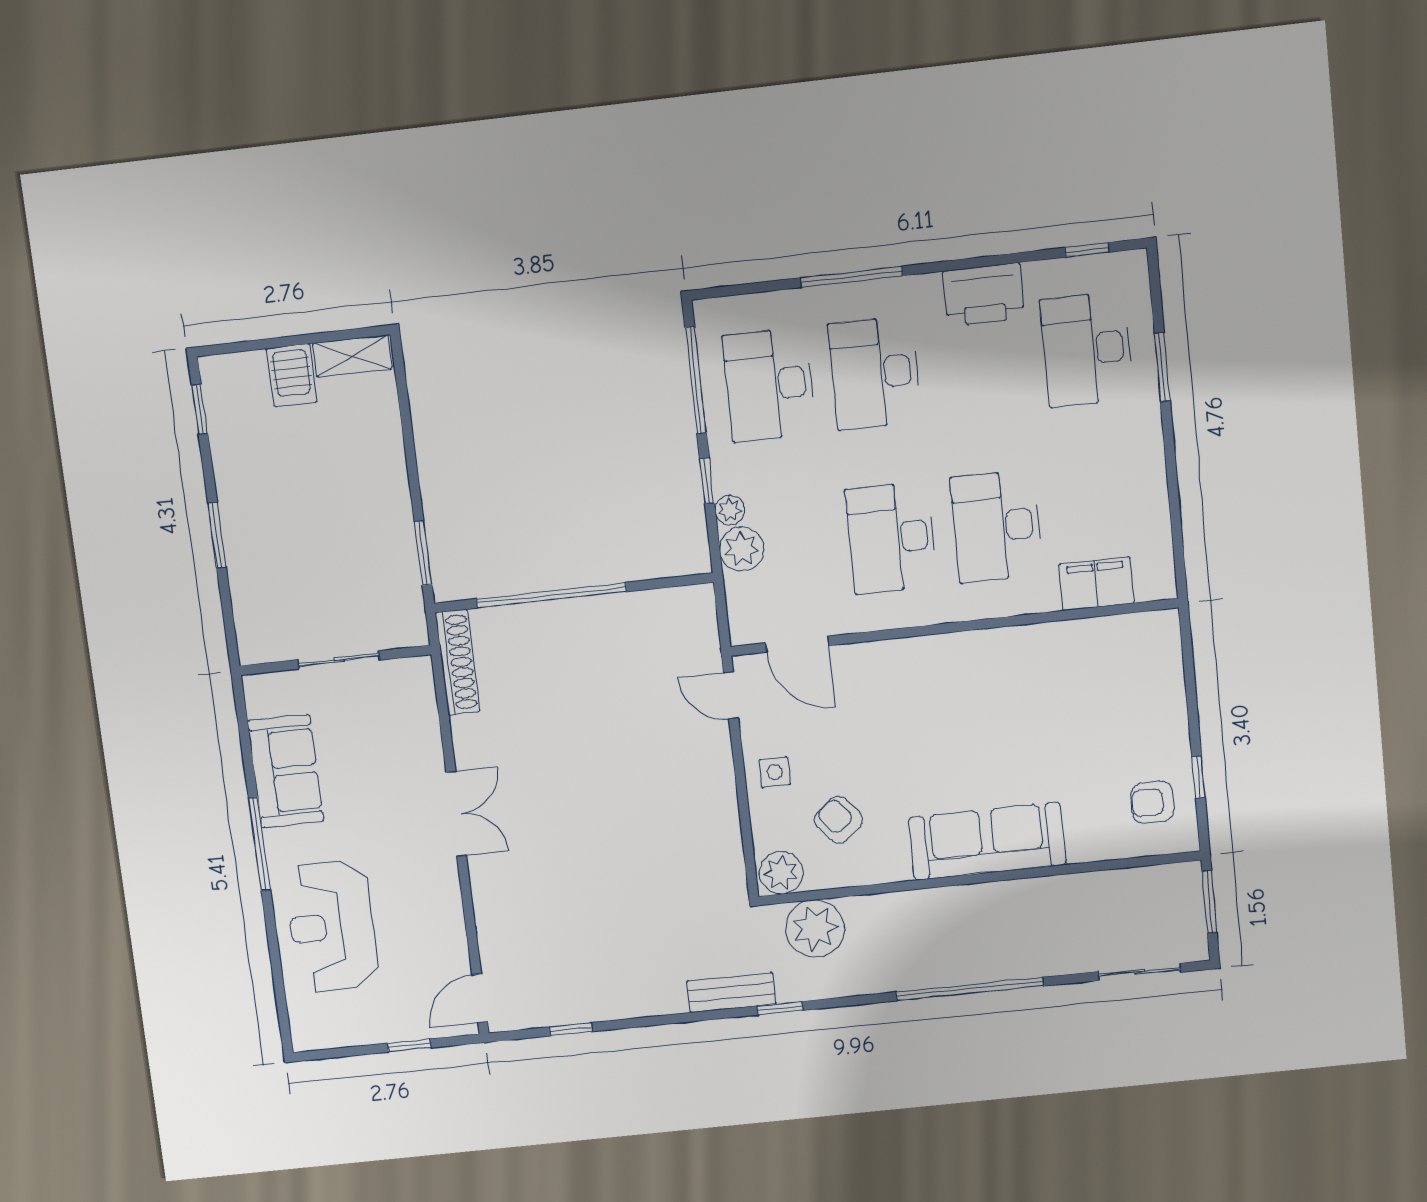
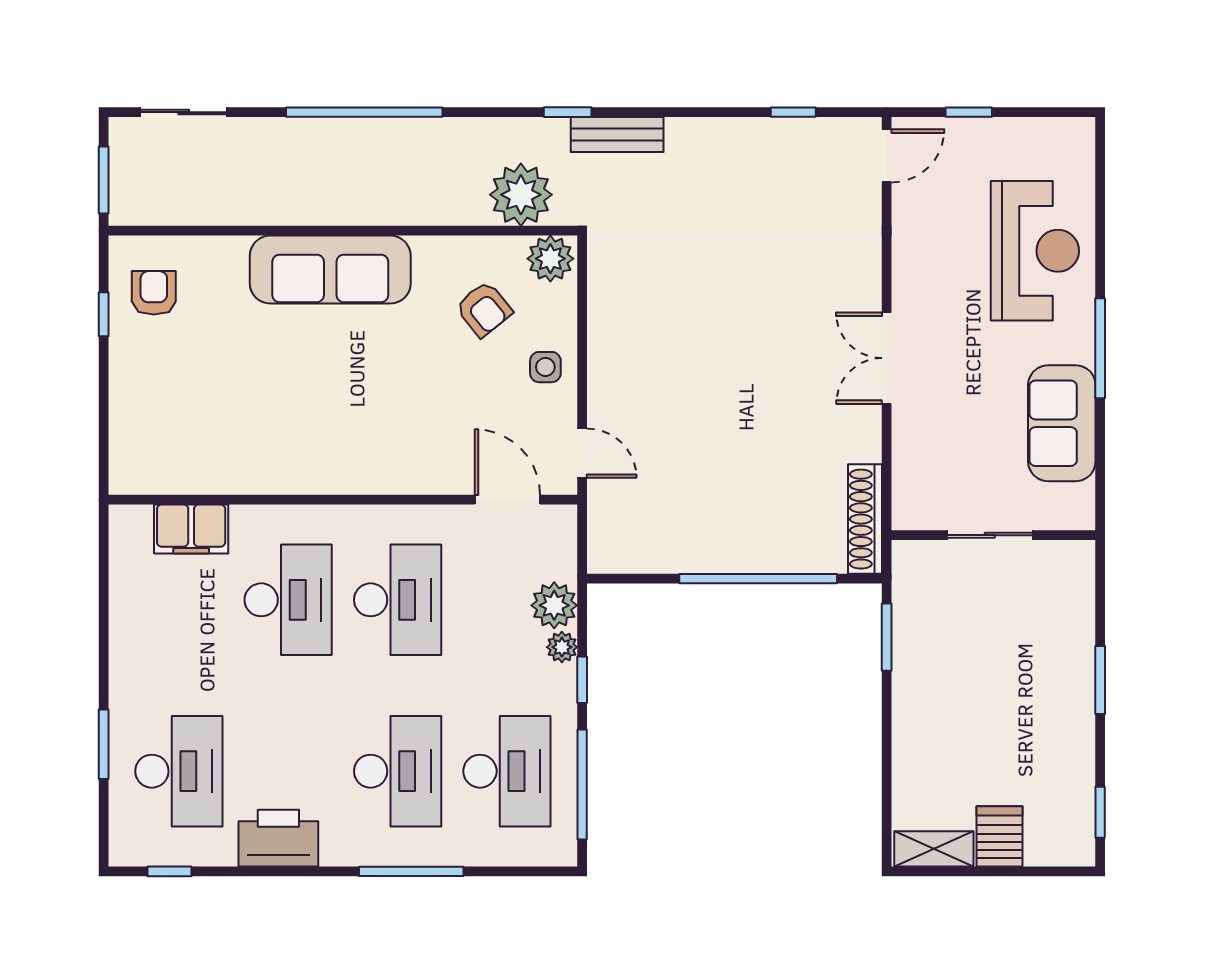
armchair: (1152, 802) -> (154, 293), turned -90

